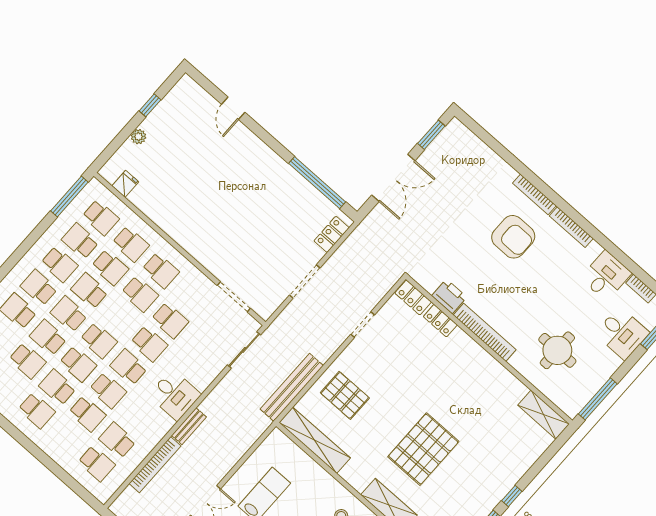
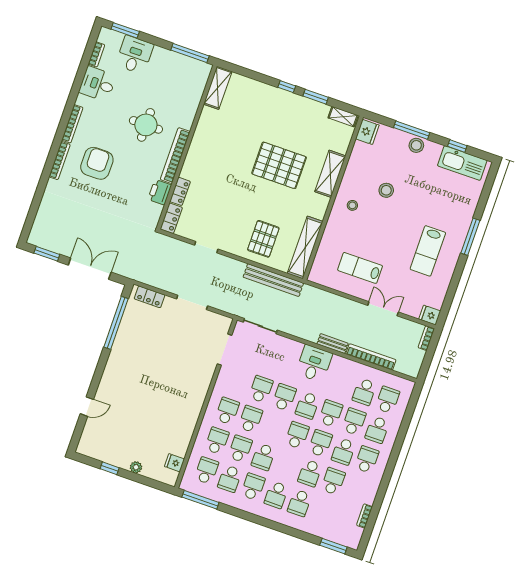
school desk: (69, 314) -> (377, 430), moved
round table: (557, 350) -> (146, 125), moved

